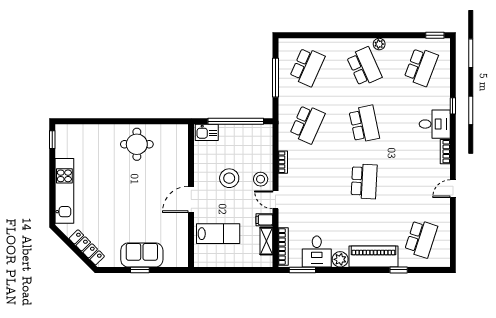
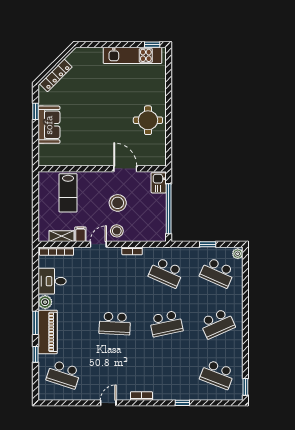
plant: (379, 44) -> (238, 254), moved
window: (275, 78) -> (208, 244), width x0.46
desk: (435, 124) -> (166, 387), removed
door: (453, 189) -> (108, 403), hinge flipped
kitchen unit: (64, 191) -> (132, 55), moved
door: (191, 199) -> (125, 169), moved
window: (140, 270) -> (36, 111), moved
window: (302, 270) -> (36, 323), moved

